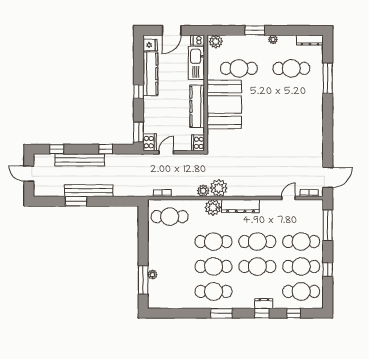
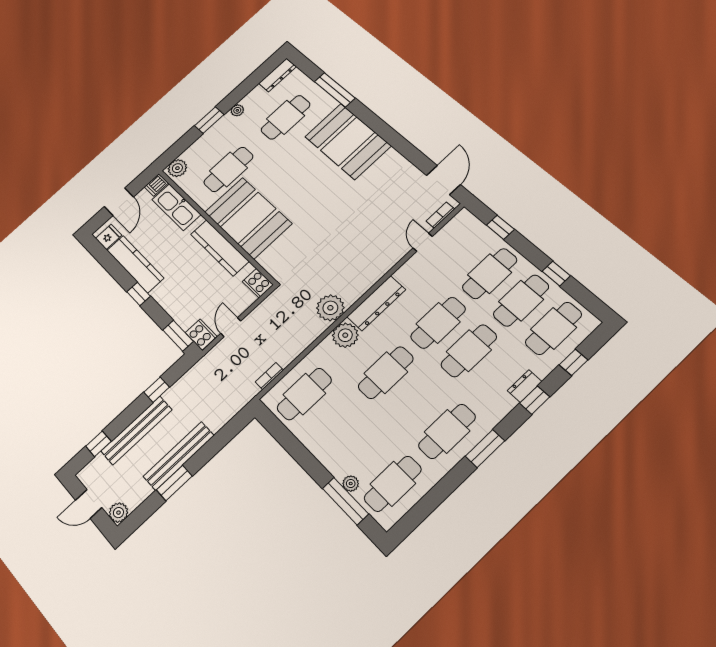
booth: (307, 113) -> (348, 141), added
plant: (203, 191) -> (118, 513), moved
window: (328, 225) -> (500, 227), width x0.46
cafe table: (214, 266) -> (393, 484), moved

